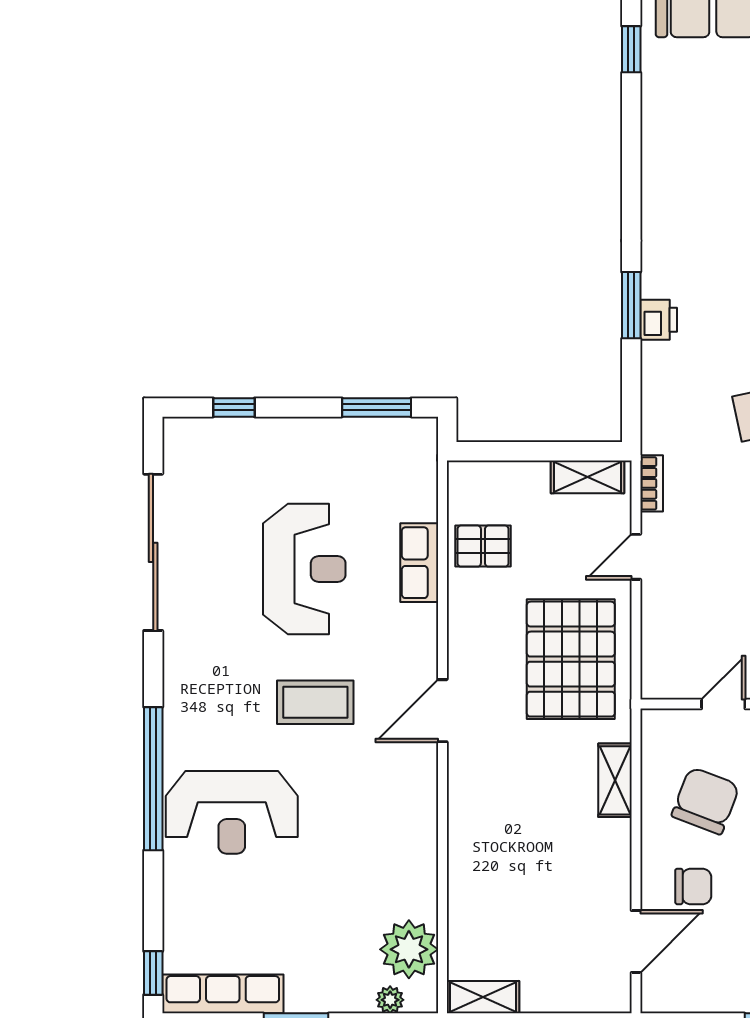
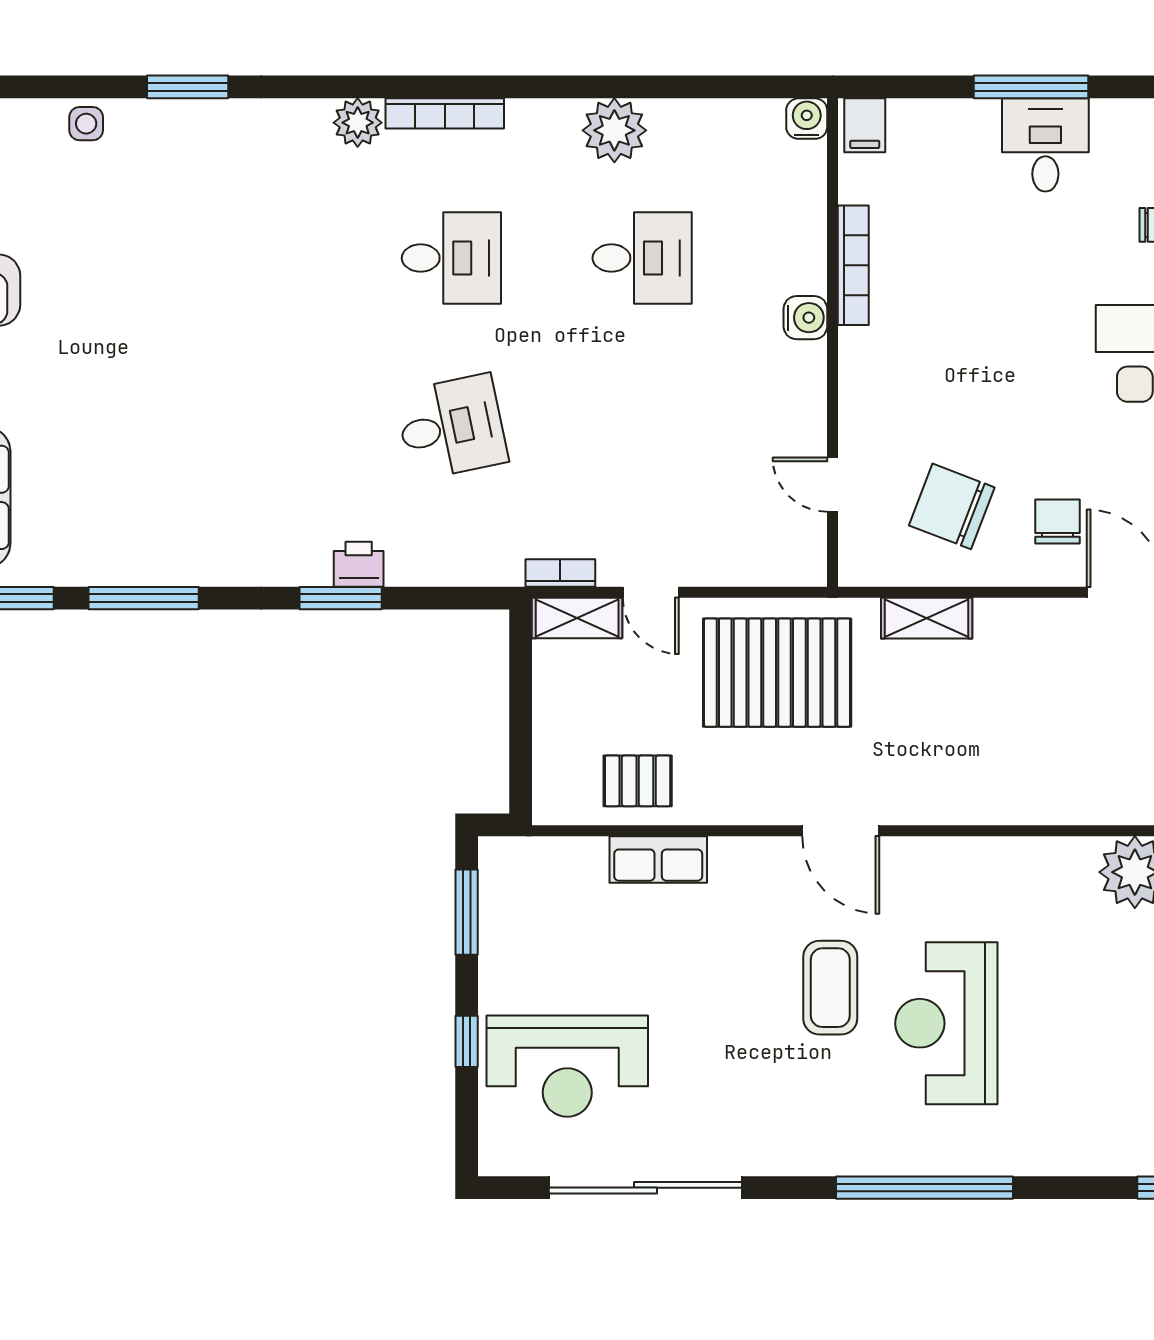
window: (631, 145) -> (144, 598), added
window: (234, 407) -> (467, 1041), moved
shelving: (588, 477) -> (577, 618), moved, turned 90
pallet: (483, 546) -> (638, 781), turned 90
reception desk: (304, 569) -> (567, 1066), moved, turned 180
reception desk: (232, 812) -> (946, 1023), moved, turned 180

